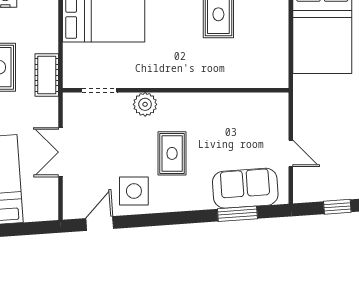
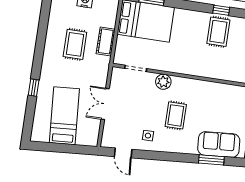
cot: (47, 75) -> (106, 41), moved
side table: (134, 191) -> (148, 136), width x0.54, depth x0.54
door: (100, 224) -> (123, 153), swing flipped

